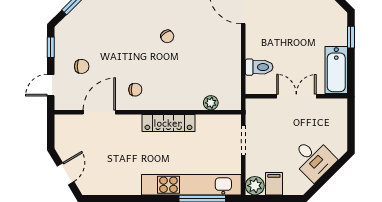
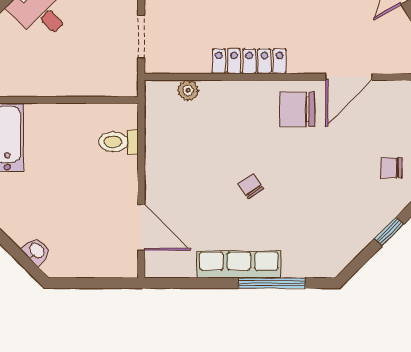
chair: (82, 66) -> (391, 168), moved
chair: (135, 90) -> (297, 109), width x1.87, depth x1.87
double door: (296, 96) -> (65, 100), removed

